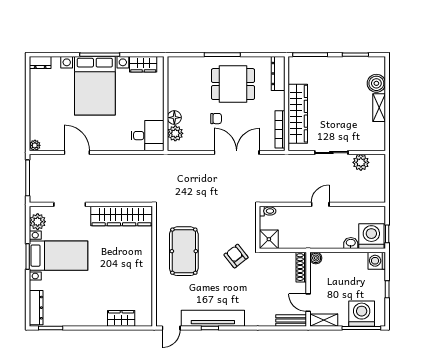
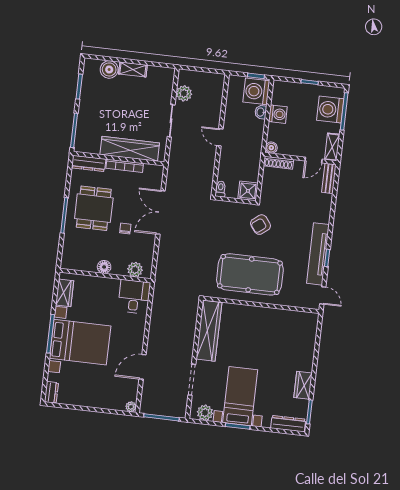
floor lamp: (174, 118) -> (104, 267), moved
bookcase: (280, 129) -> (125, 166), moved
pool table: (184, 251) -> (250, 274), width x1.36, depth x1.32
washing machine: (377, 261) -> (278, 114), moved, turned -90
wardrobe: (121, 318) -> (303, 385), moved

